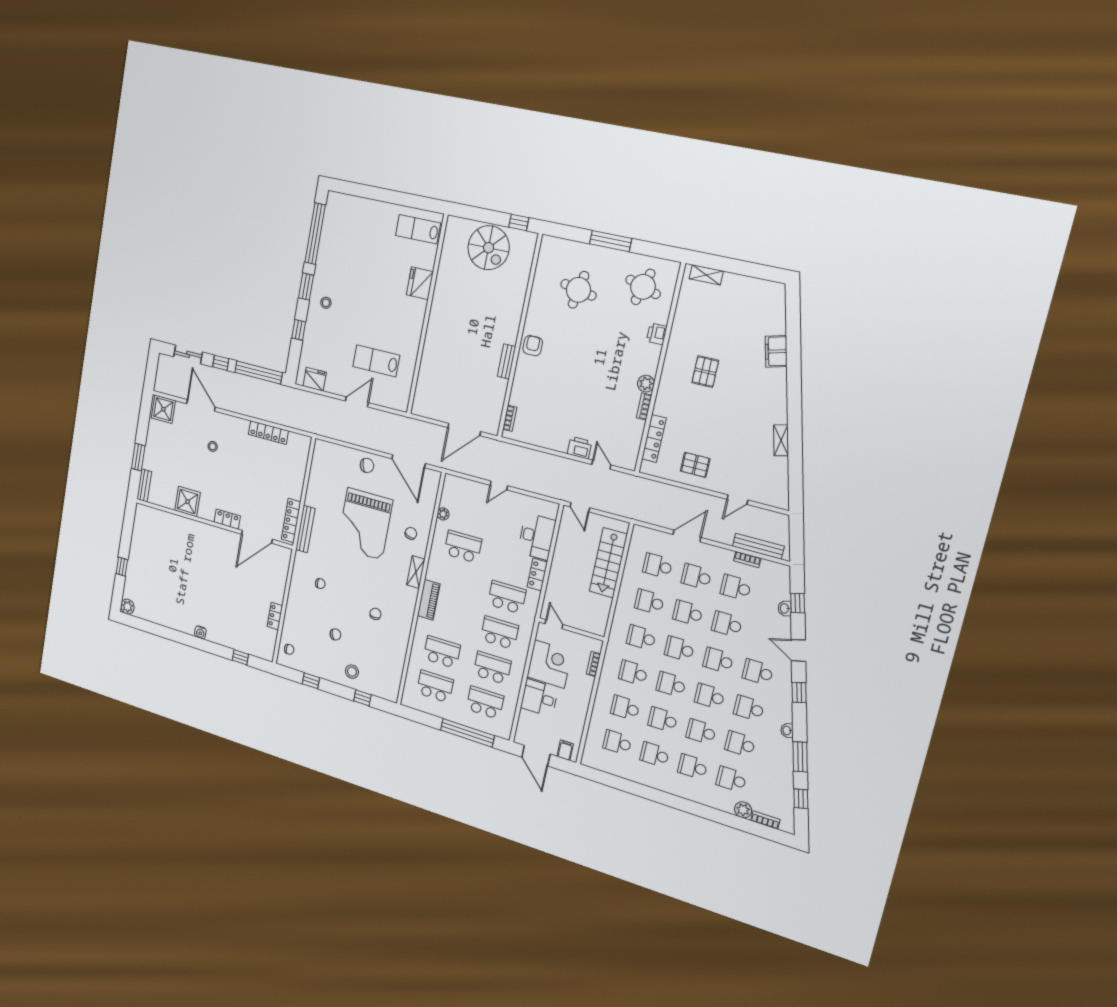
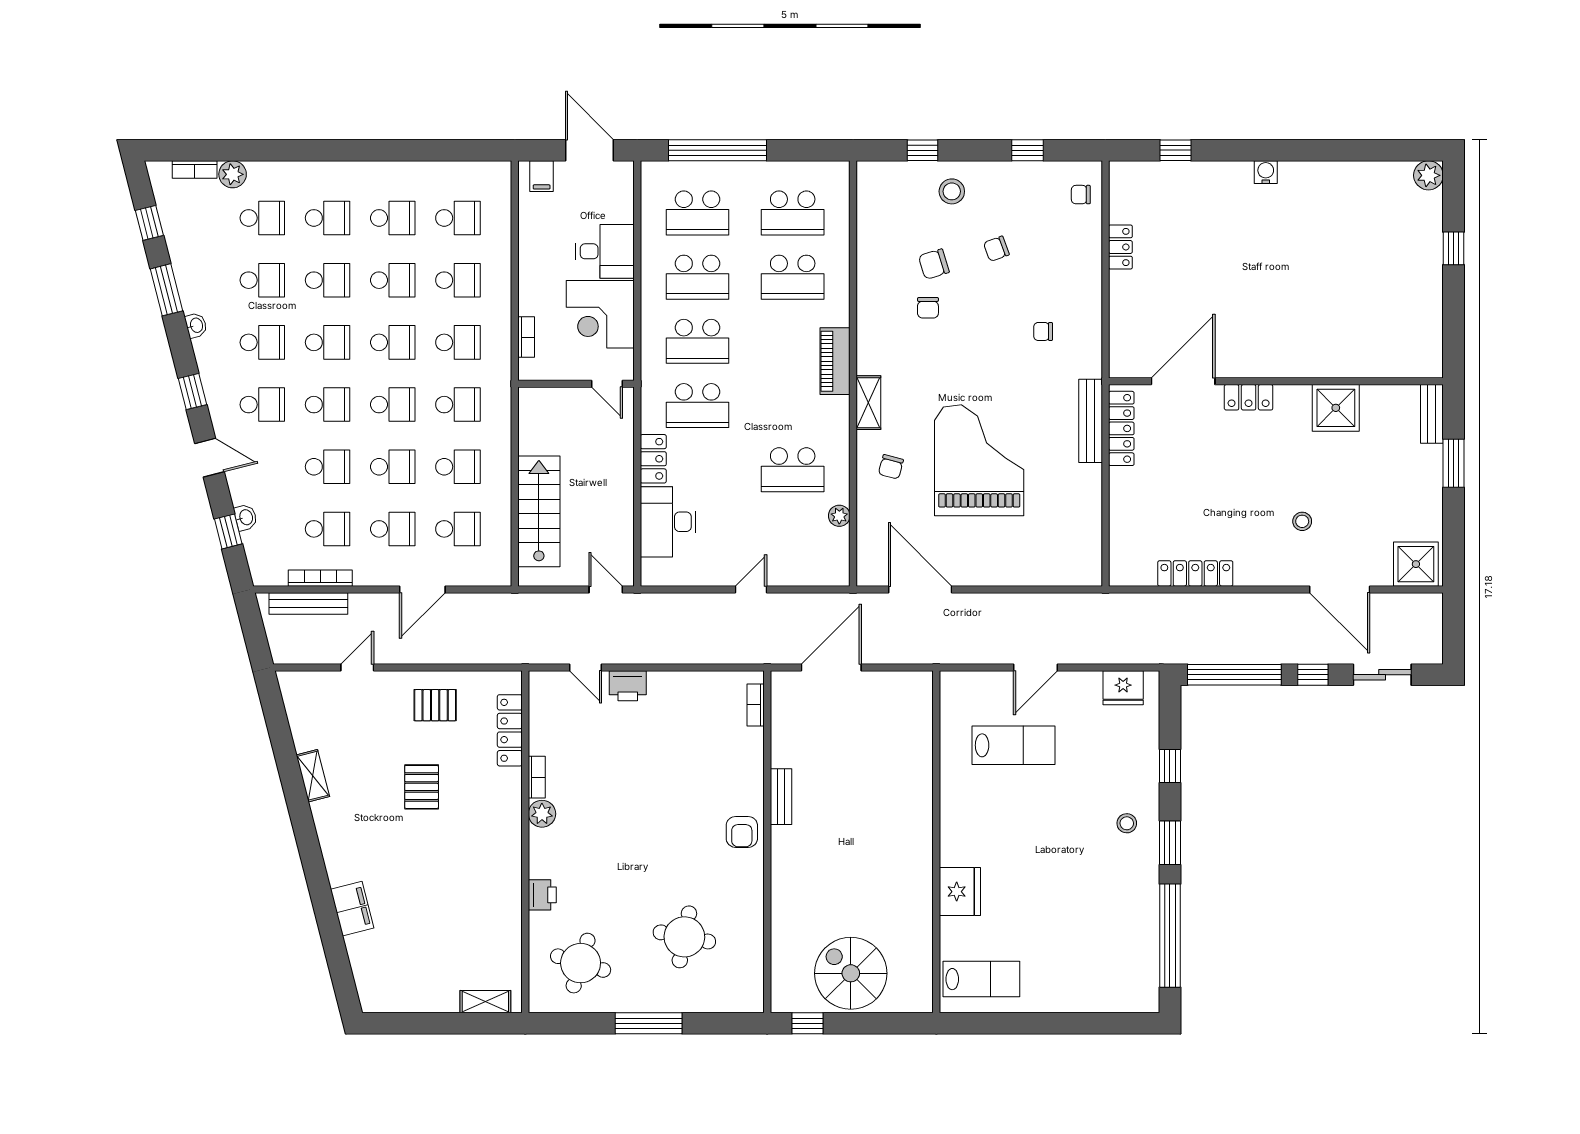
pallet: (705, 372) -> (422, 787), moved
chair: (367, 465) -> (934, 264), moved
bookcase: (747, 559) -> (320, 578), width x1.56

